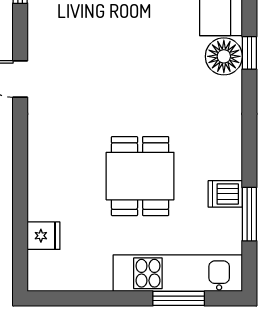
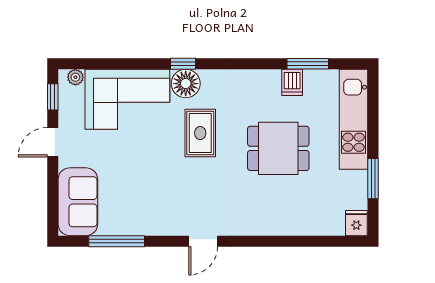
rug: (160, 75) -> (200, 133), added
fridge: (44, 236) -> (356, 223), moved
window: (179, 298) -> (373, 179), moved

